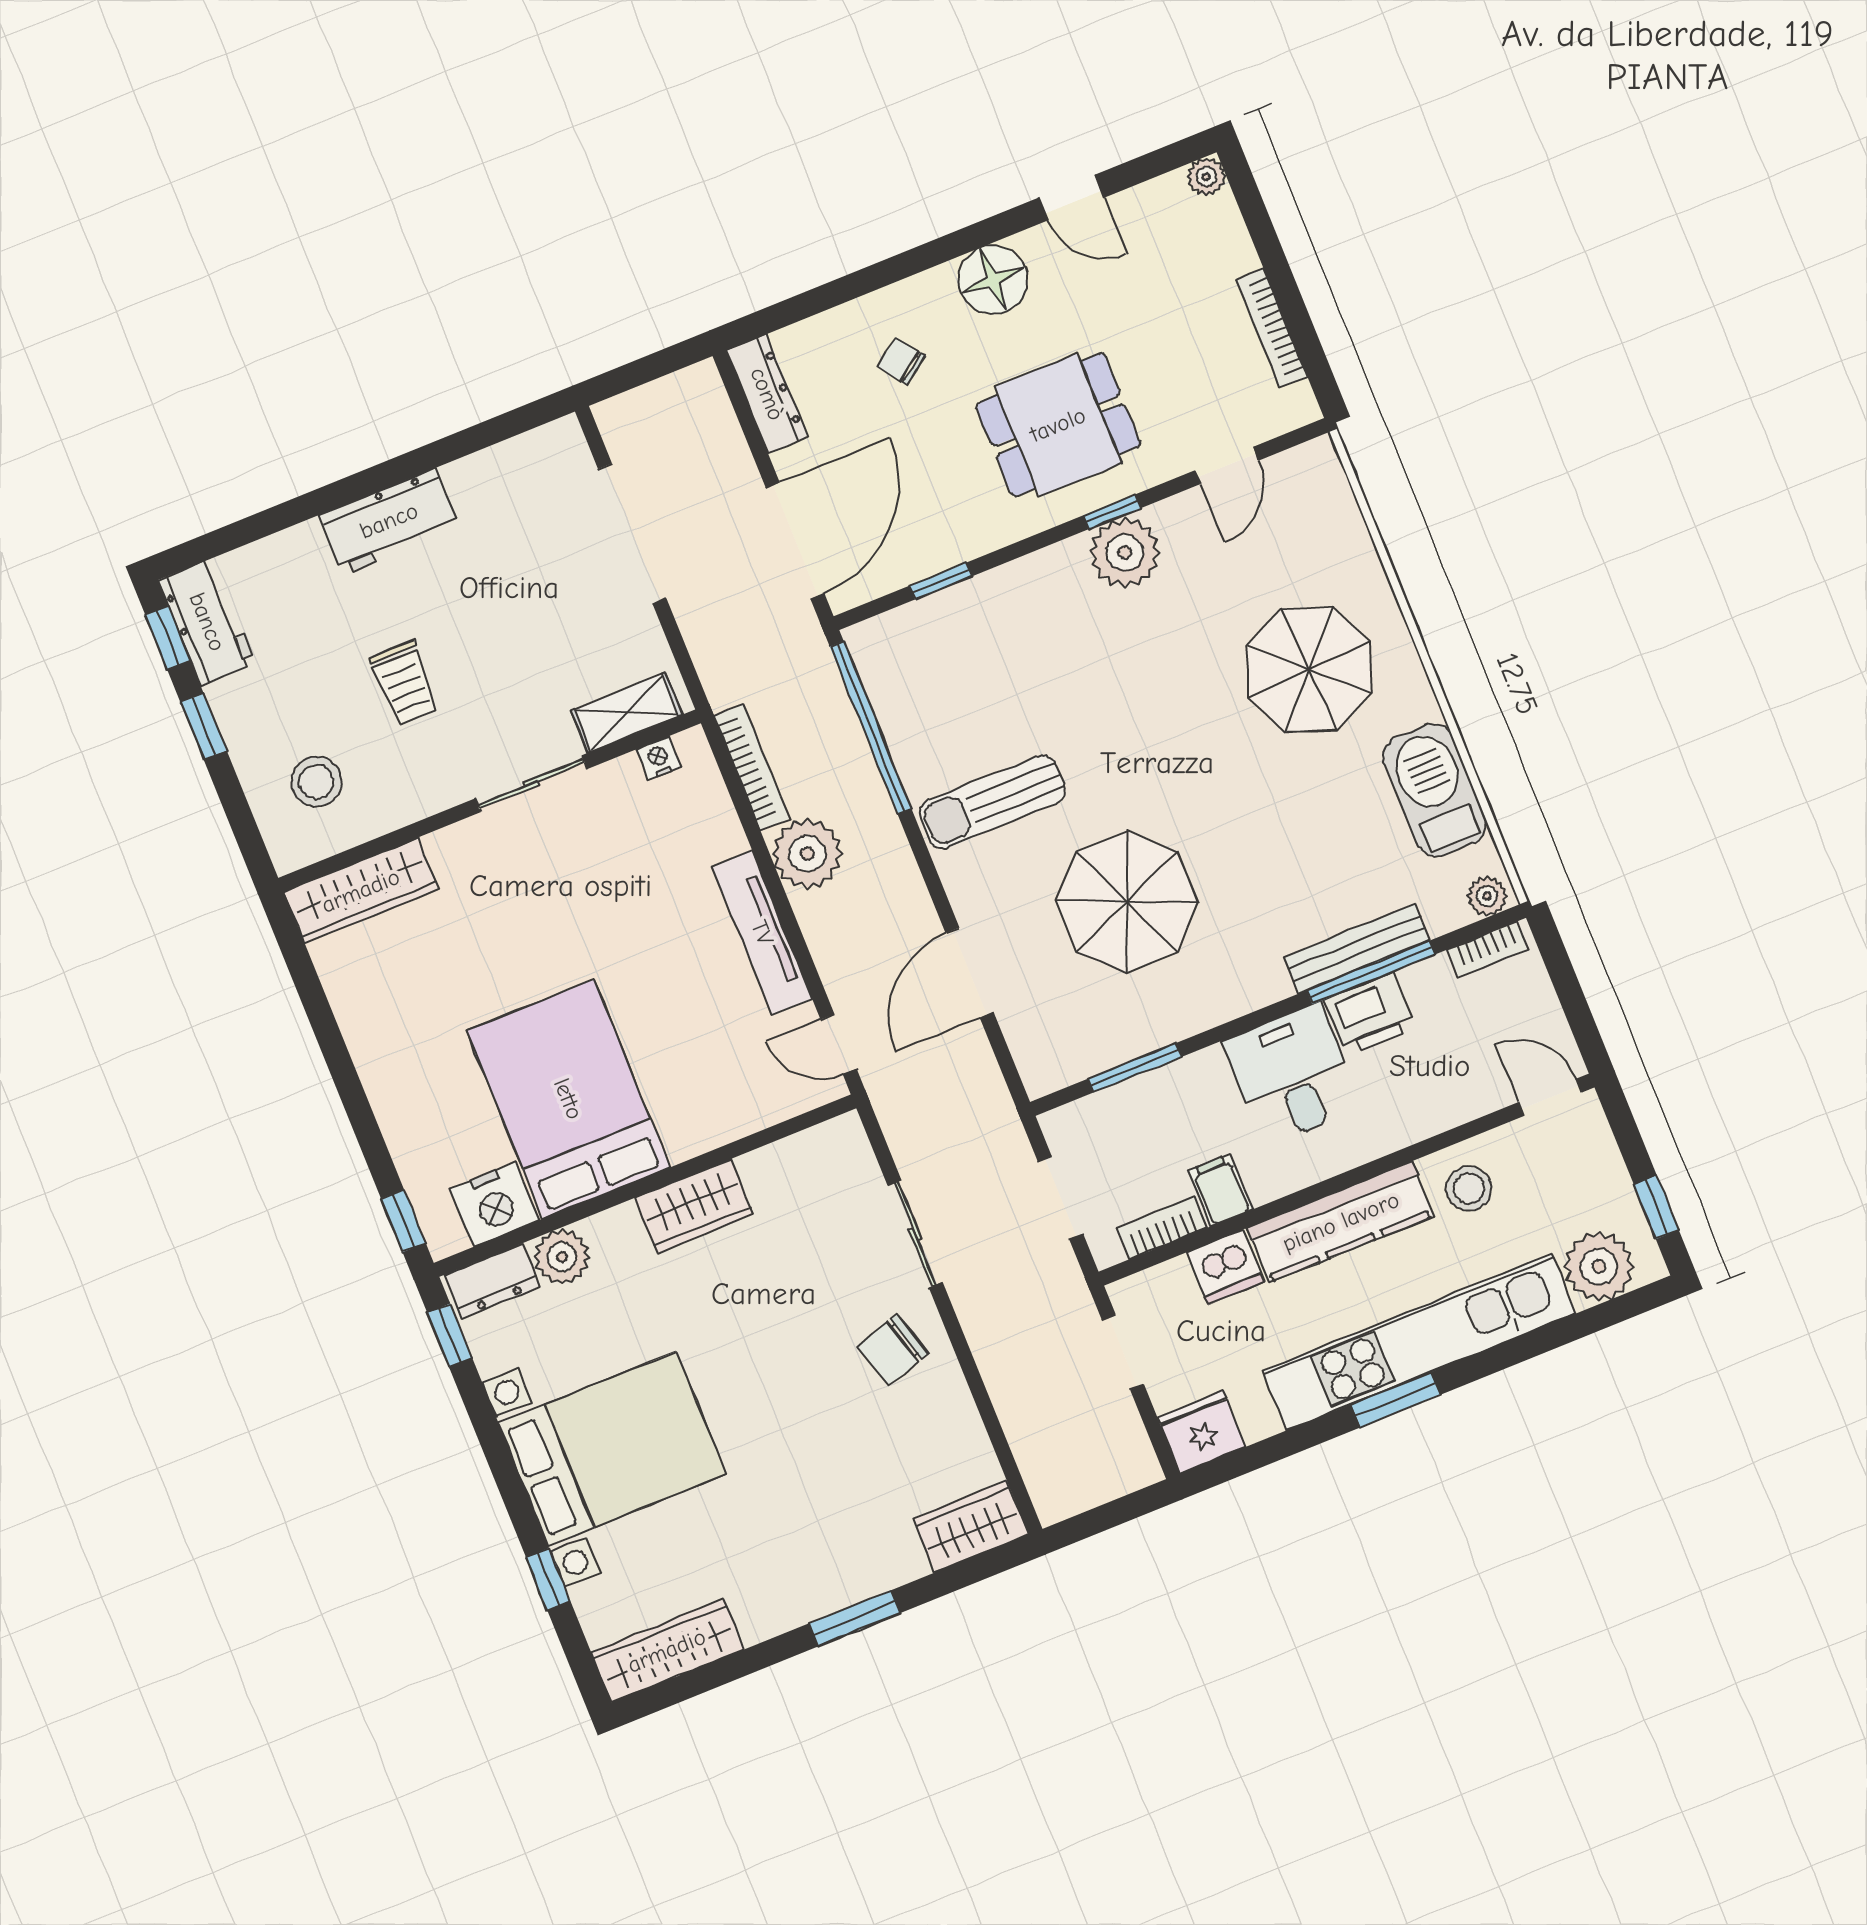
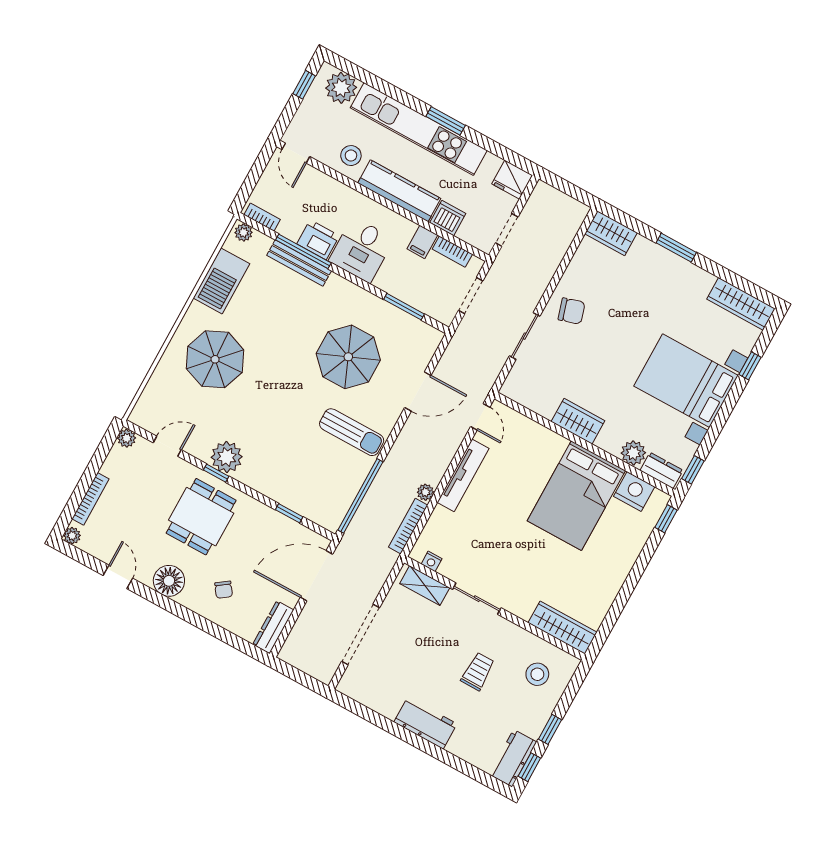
bookcase: (1271, 328) -> (90, 499), moved
plant: (1298, 407) -> (127, 438), added
dining table: (1058, 425) -> (201, 517), turned 90
plant: (807, 854) -> (425, 492), width x0.53, depth x0.53

